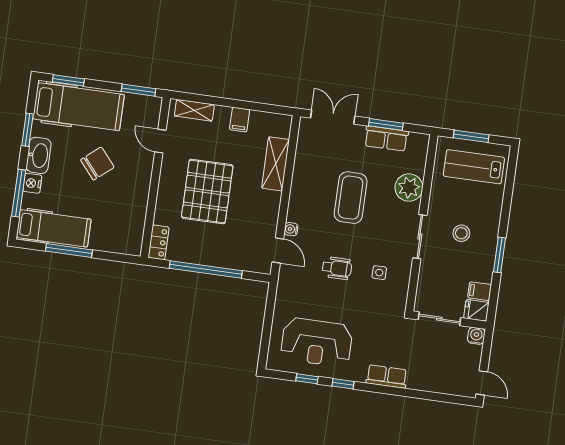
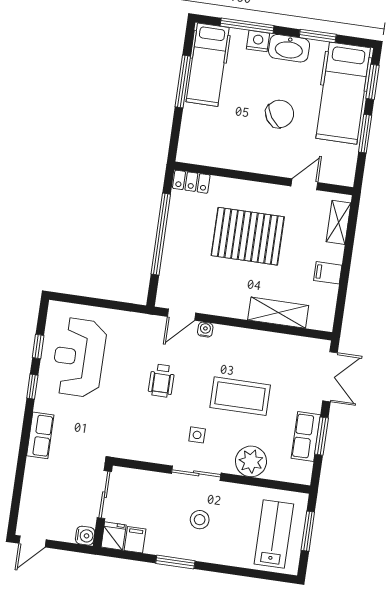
window: (138, 90) -> (365, 134), moved
chair: (97, 163) -> (280, 114), turned -84
side table: (379, 273) -> (197, 435), moved

